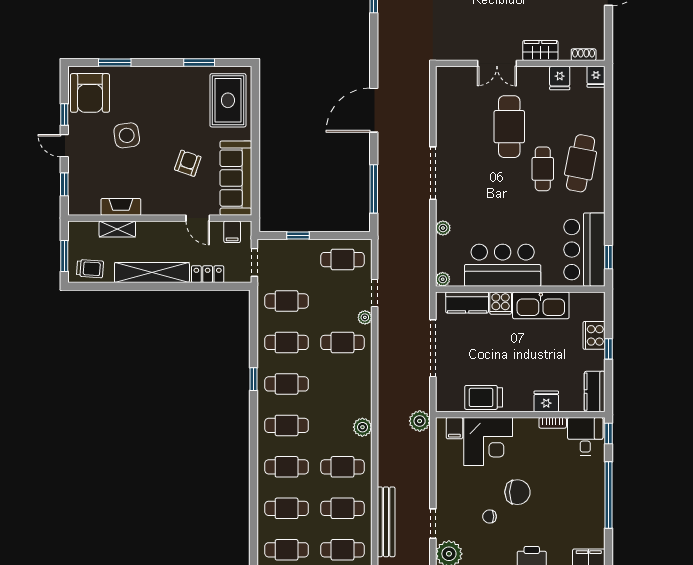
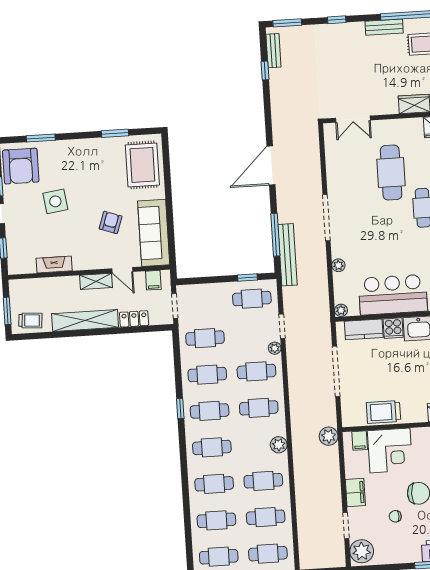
double door: (497, 63) -> (353, 119), moved
shelving: (117, 229) -> (96, 281), moved
window: (298, 235) -> (247, 278), moved
cafe table: (343, 384) -> (259, 408), added
filing cabinet: (446, 487) -> (355, 492), added
bench: (386, 522) -> (288, 255), moved

